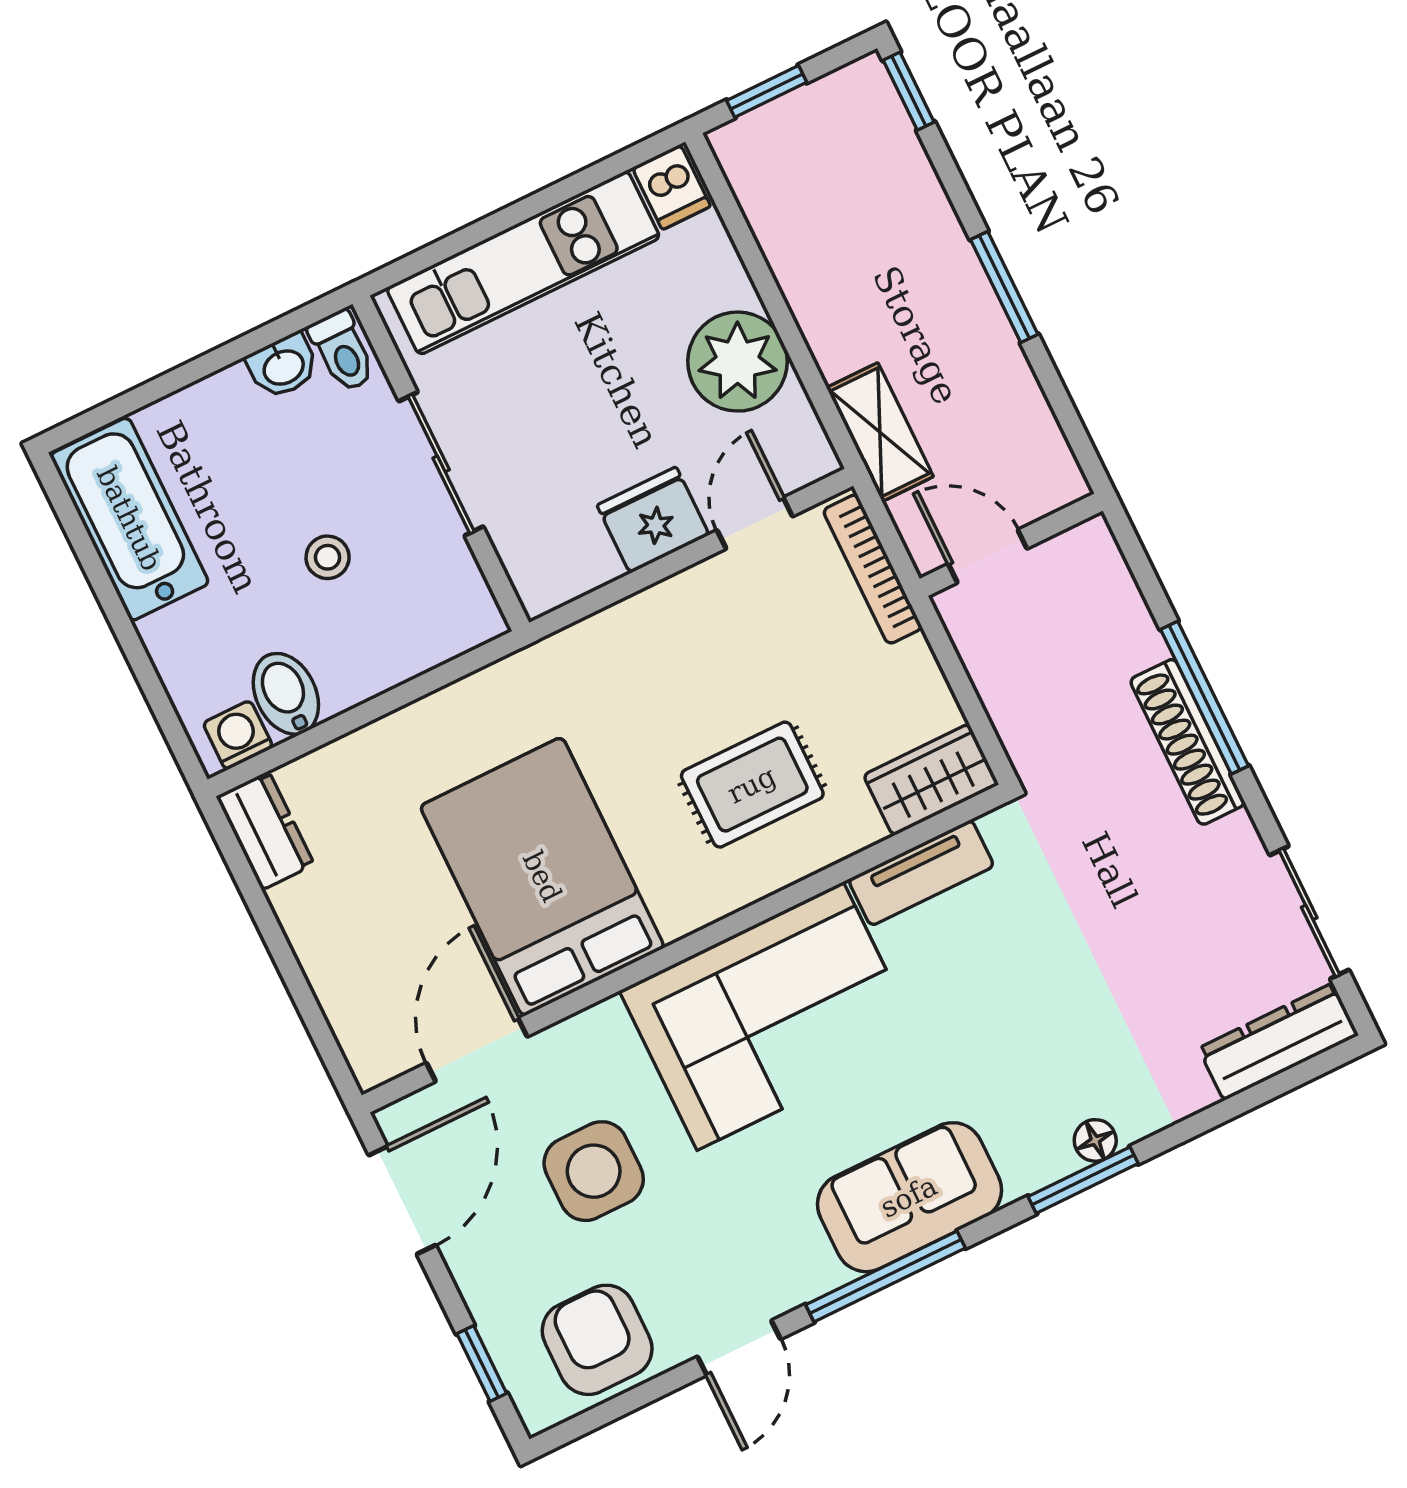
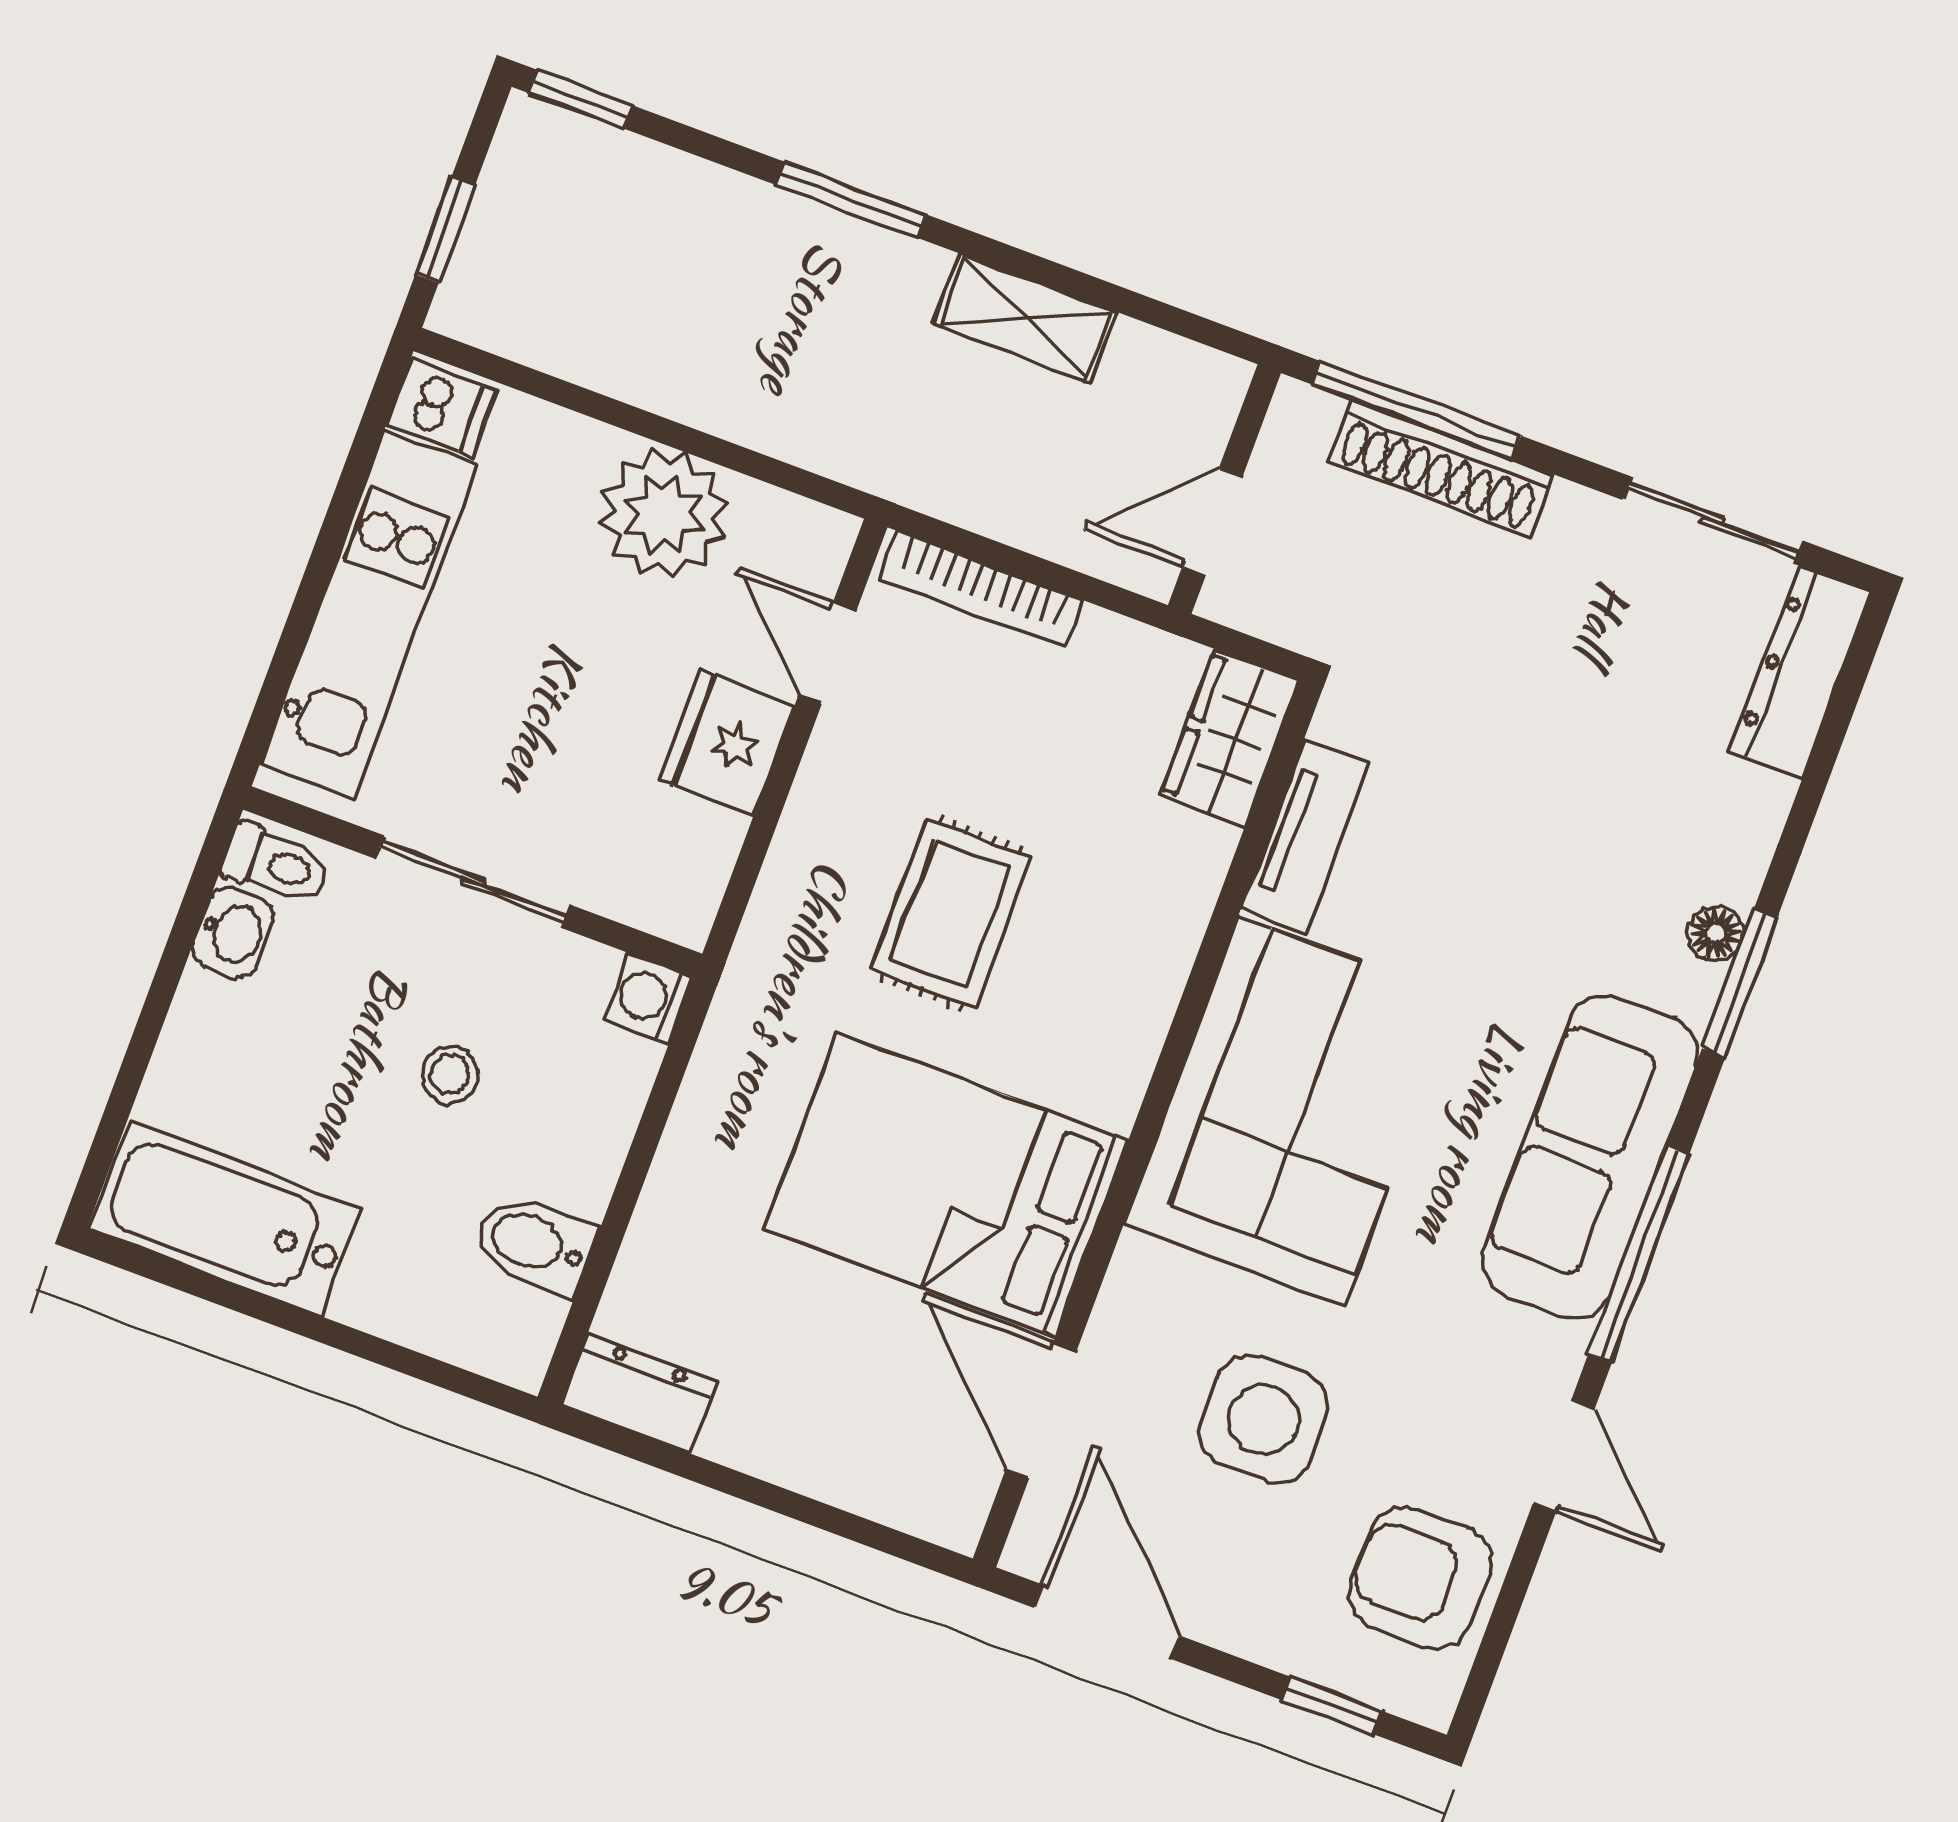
shelving: (880, 432) -> (1025, 318), moved
wall: (1011, 545) -> (1225, 489), moved
door: (988, 556) -> (1212, 522), moved
washing machine: (238, 735) -> (648, 998), moved
rug: (752, 785) -> (951, 913), moved
sofa: (909, 1197) -> (1589, 1157), width x1.36

